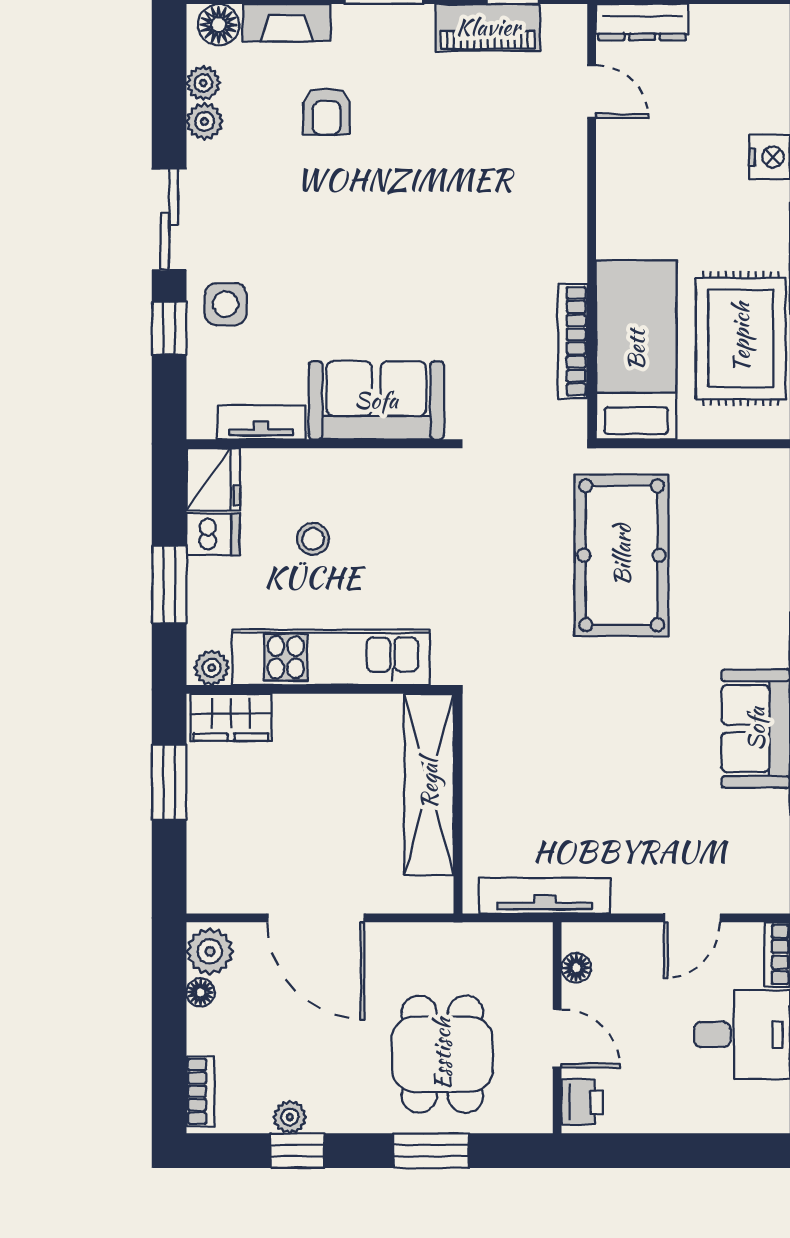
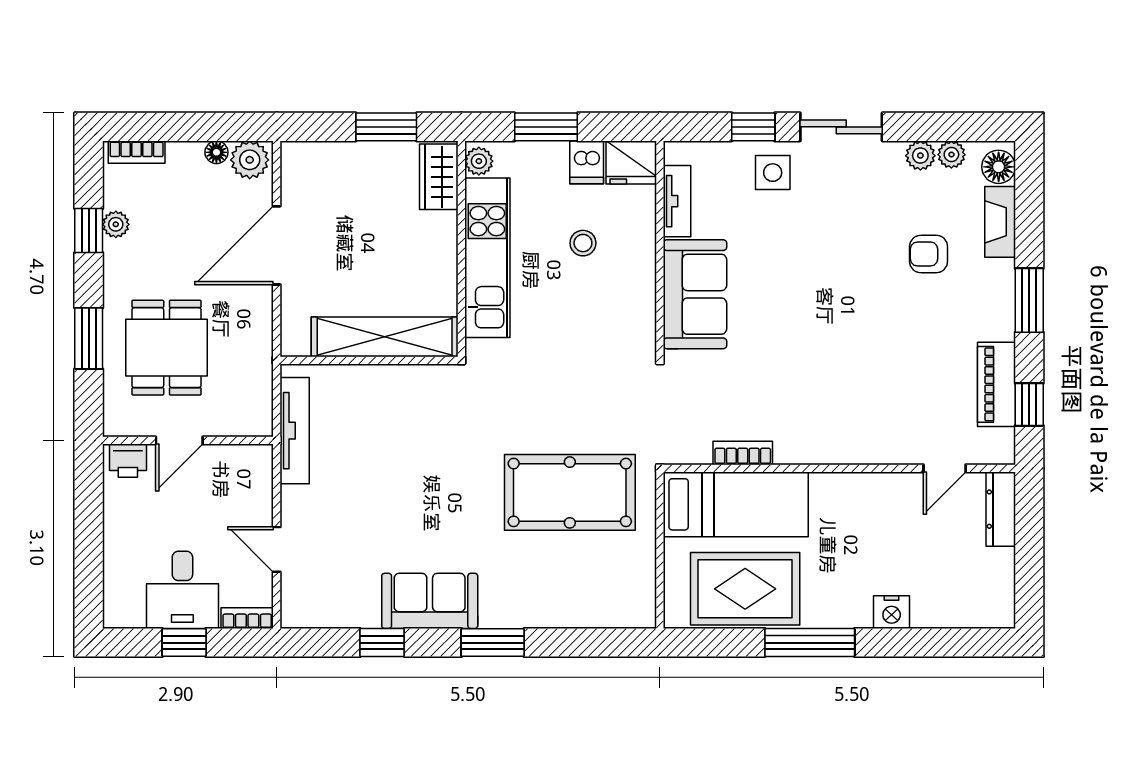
bookcase: (573, 341) -> (743, 453), width x0.64
floor lamp: (576, 968) -> (236, 456), removed
dining table: (442, 1054) -> (167, 348), turned 90

